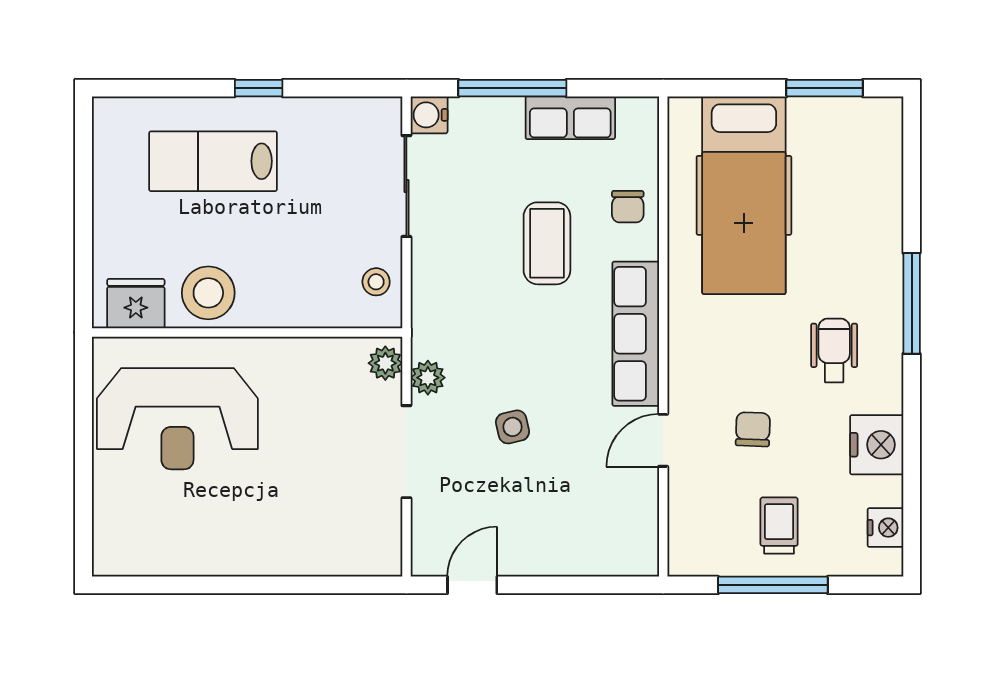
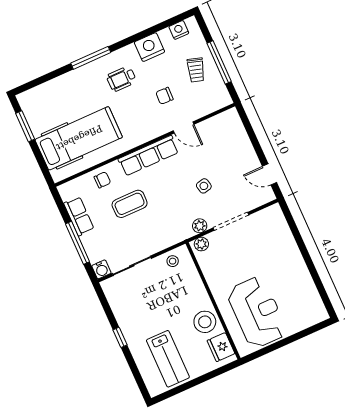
lab bench: (213, 161) -> (168, 359), moved
trolley: (779, 526) -> (196, 70), turned -73

